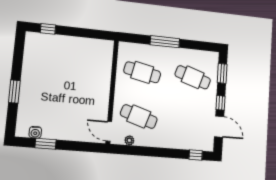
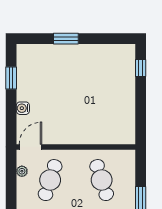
cafe table: (142, 72) -> (102, 180), turned -30
water cooler: (35, 132) -> (23, 108), moved

